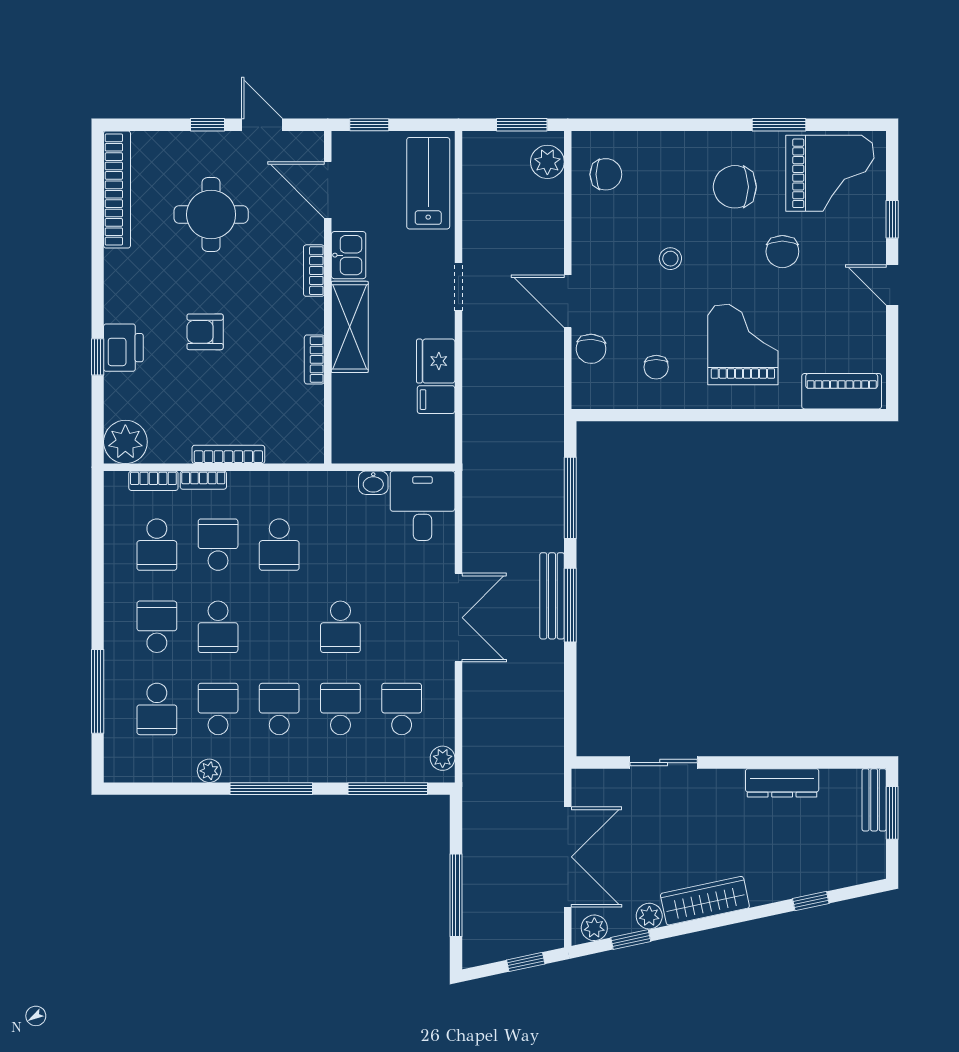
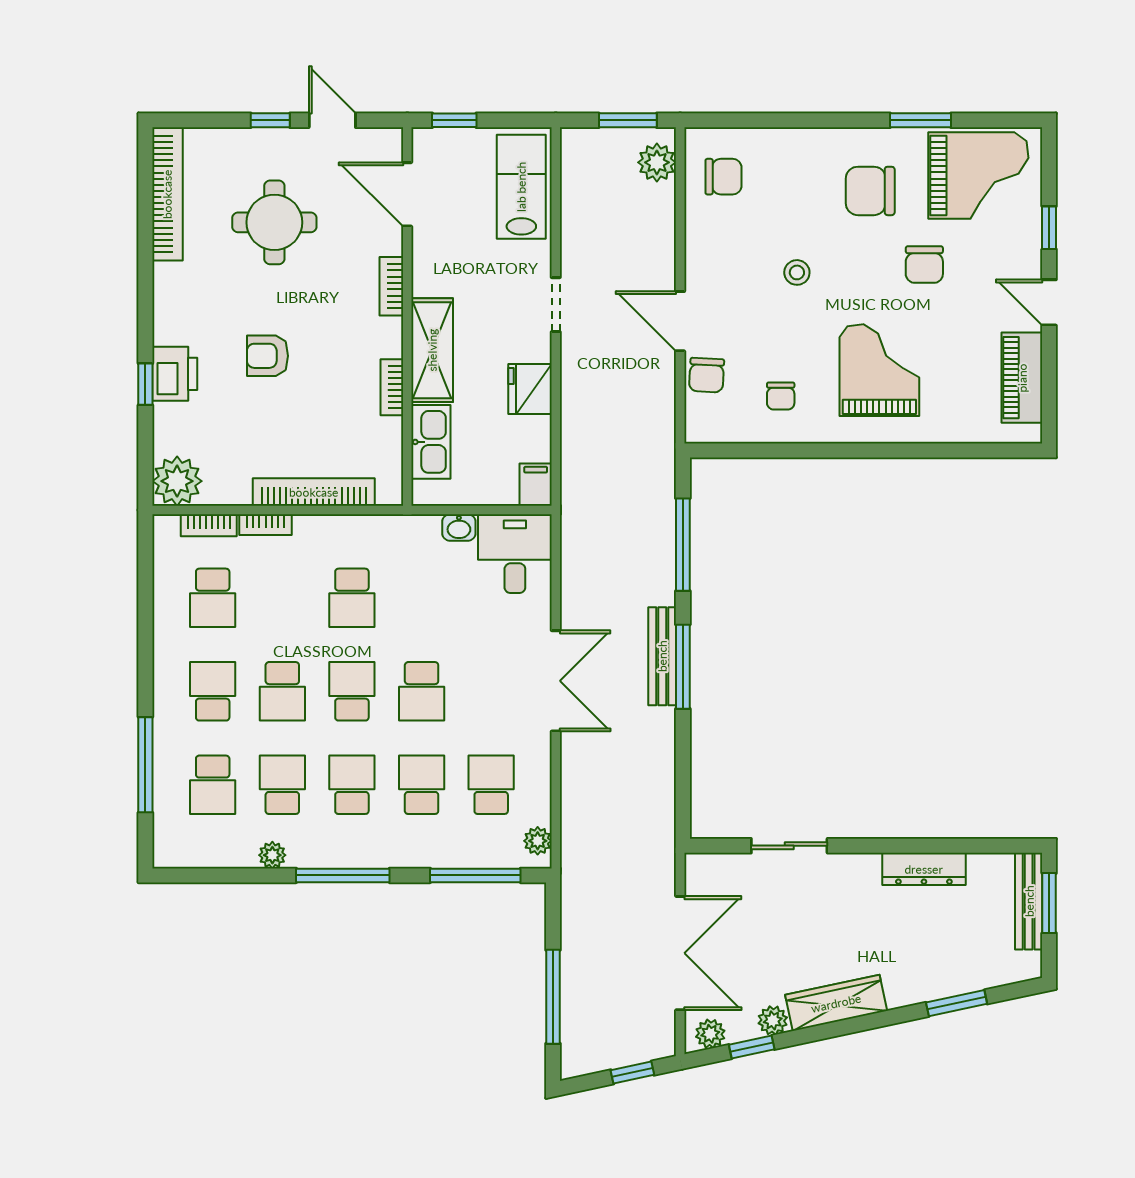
kitchen sink: (349, 255) -> (431, 442), moved, width x1.38
piano: (842, 391) -> (1022, 378), moved, turned -90
filing cabinet: (436, 400) -> (536, 485), moved, turned 90
bookcase: (228, 454) -> (314, 492), width x1.48, depth x1.31
school desk: (218, 545) -> (352, 691), moved
bench: (874, 800) -> (1029, 901), width x1.36
window: (811, 901) -> (957, 1003), width x1.50

